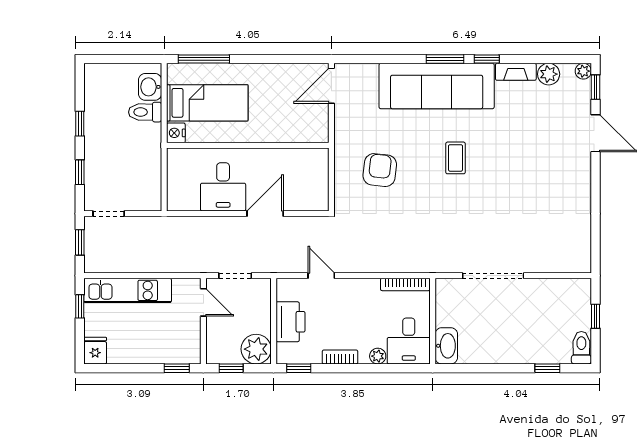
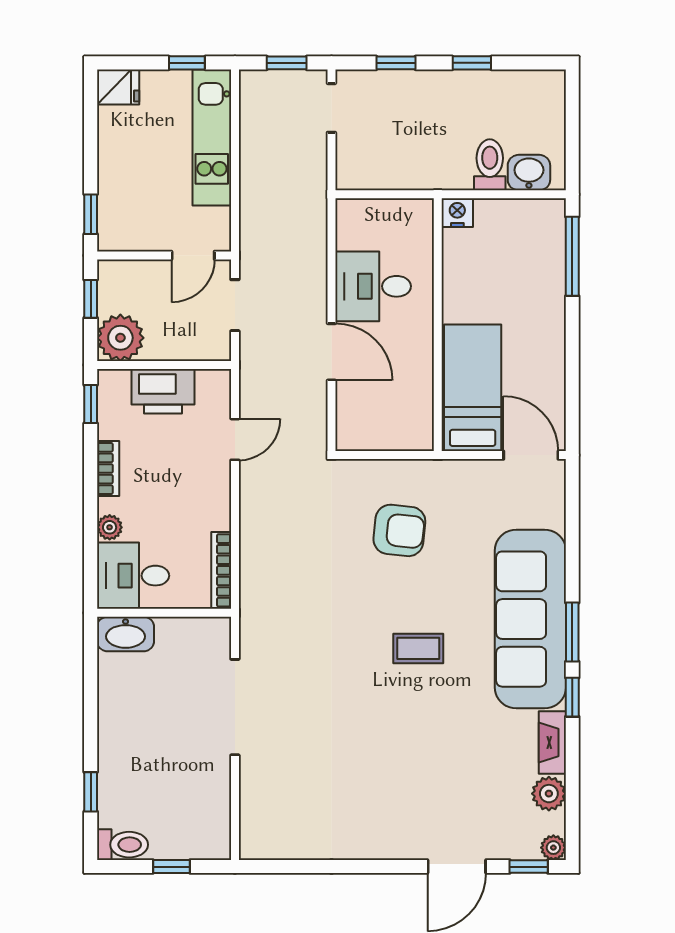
bed: (207, 103) -> (473, 388), moved, turned 180

